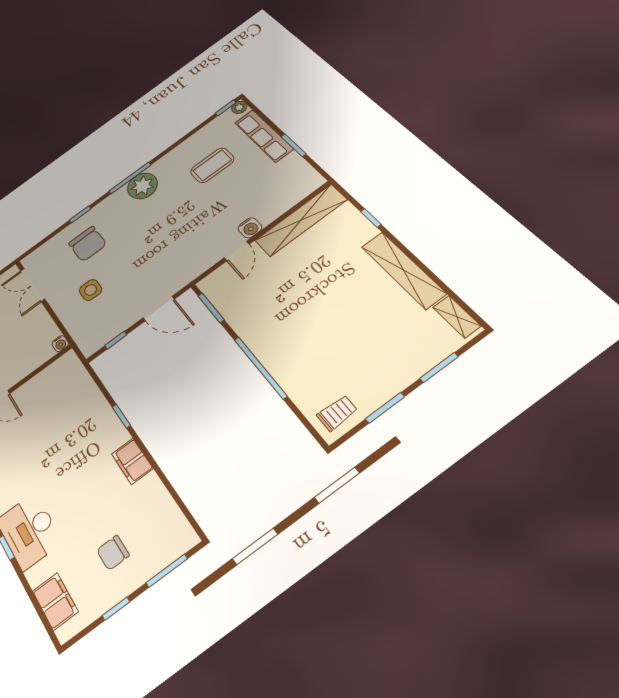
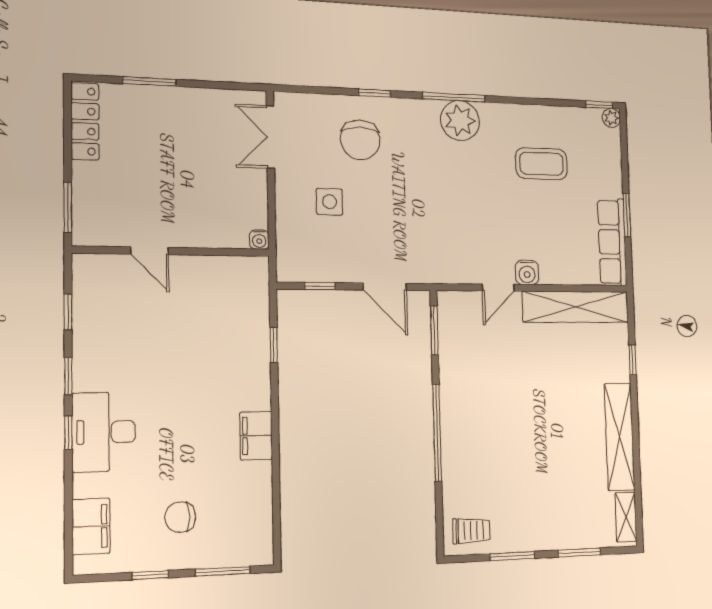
row of seats: (264, 136) -> (612, 242), moved
window: (121, 416) -> (274, 345), moved

